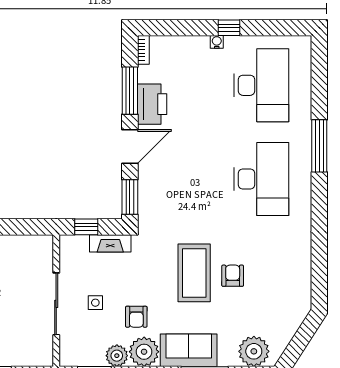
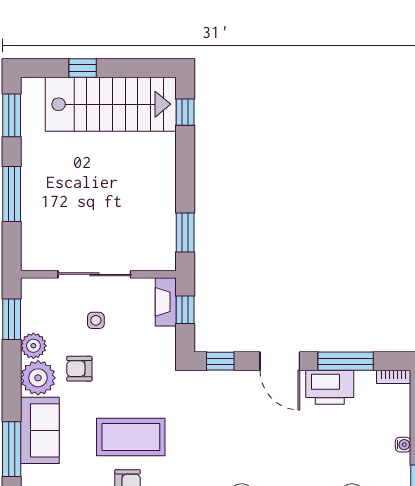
water cooler: (217, 42) -> (403, 445), moved
window: (130, 197) -> (220, 361), width x0.67
window: (21, 227) -> (185, 232), added
fireplace: (110, 243) -> (166, 302), moved

